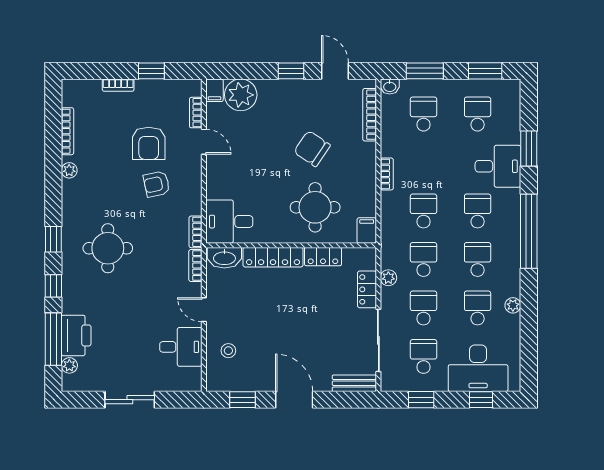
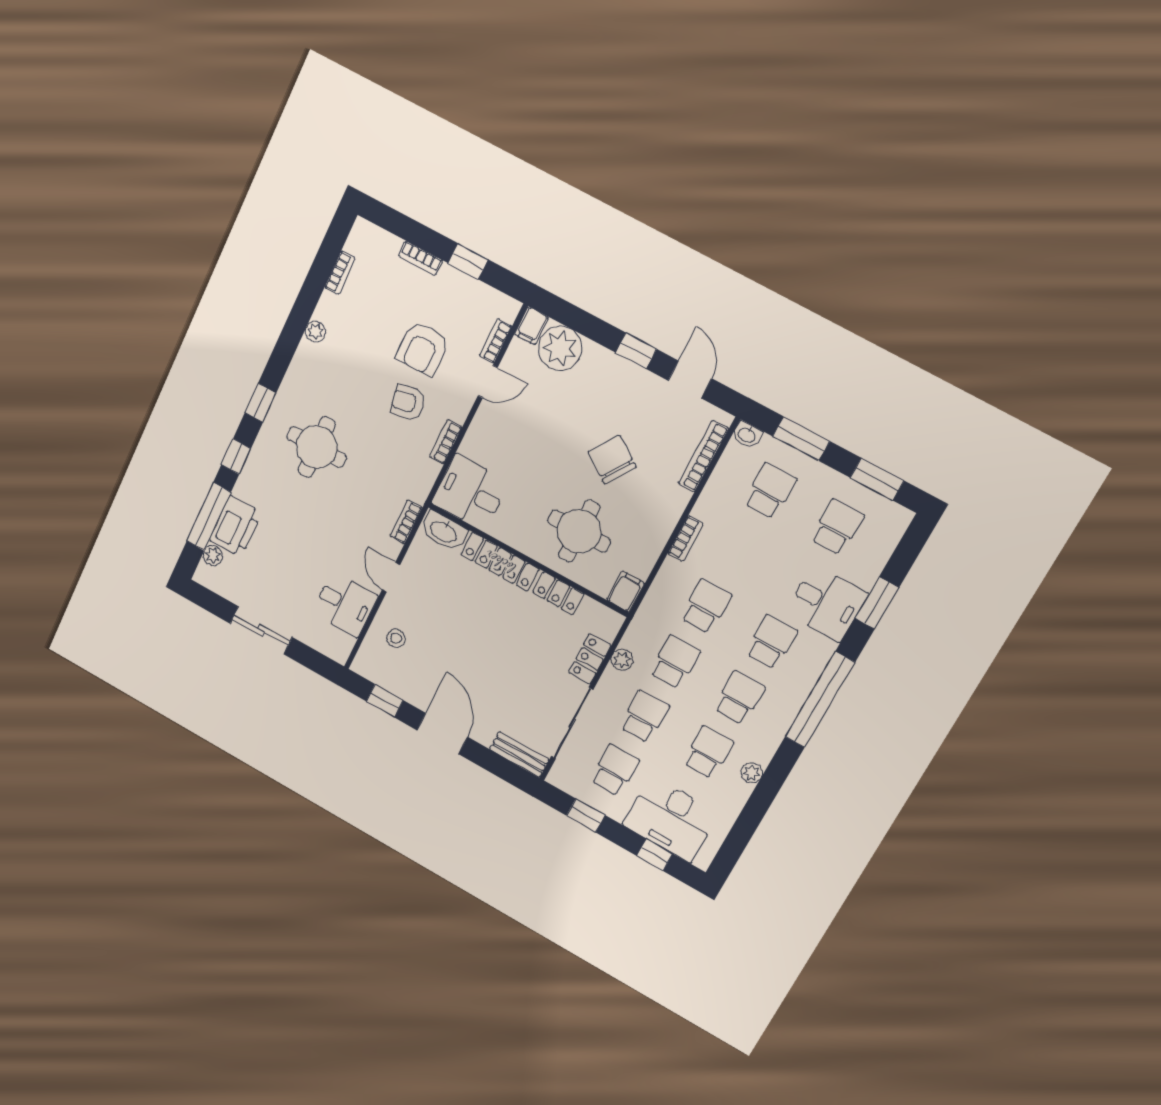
bookcase: (67, 131) -> (340, 273), width x0.64
door: (204, 142) -> (488, 382), hinge flipped
bookcase: (195, 232) -> (446, 442), moved

